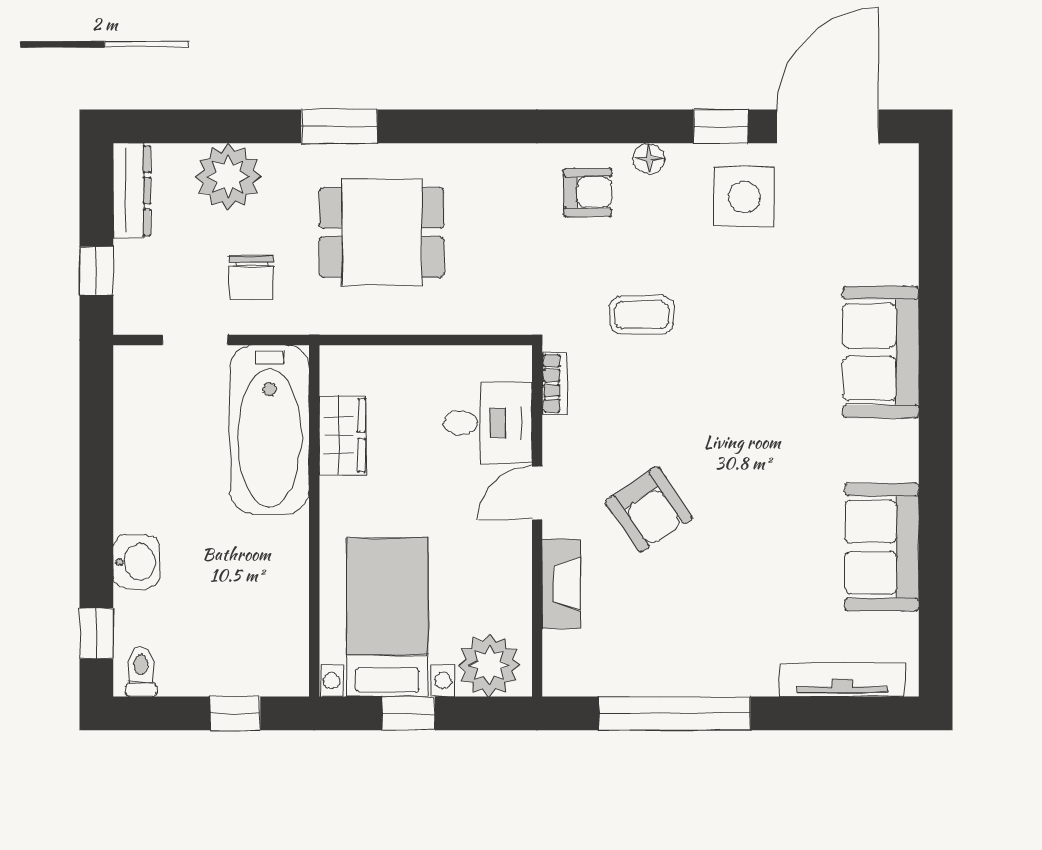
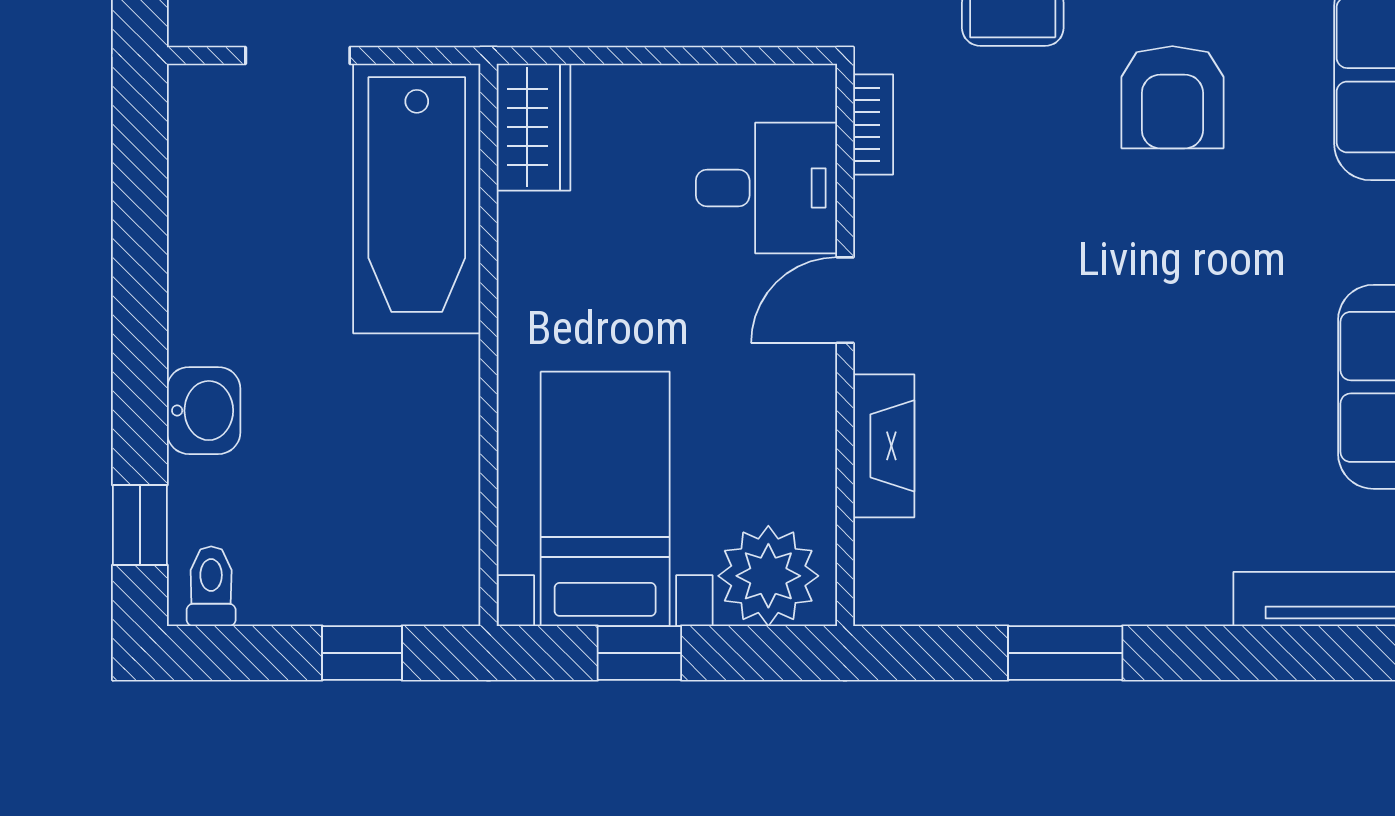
wardrobe: (342, 435) -> (533, 127), moved
armchair: (649, 509) -> (1172, 97), moved, turned 34
window: (675, 713) -> (1065, 653), width x0.47

